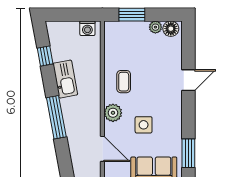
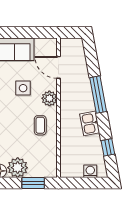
plant: (155, 27) -> (18, 168), width x1.87, depth x1.87
washing machine: (87, 28) -> (90, 171), moved
kitchen sink: (65, 79) -> (90, 123), width x0.73

